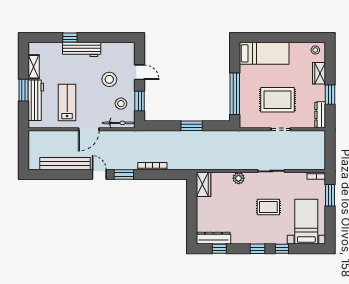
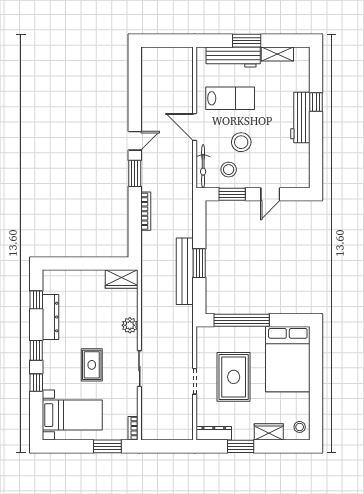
bed: (264, 53) -> (288, 359), width x1.50
stool: (109, 79) -> (241, 142), moved
bench: (65, 164) -> (185, 271), moved
dresser: (214, 238) -> (51, 317), moved

